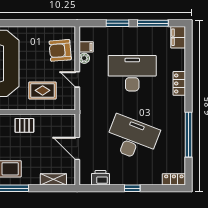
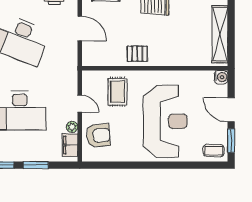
filing cabinet: (86, 47) -> (70, 145), width x2.00
rug: (43, 90) -> (118, 92), turned 90

